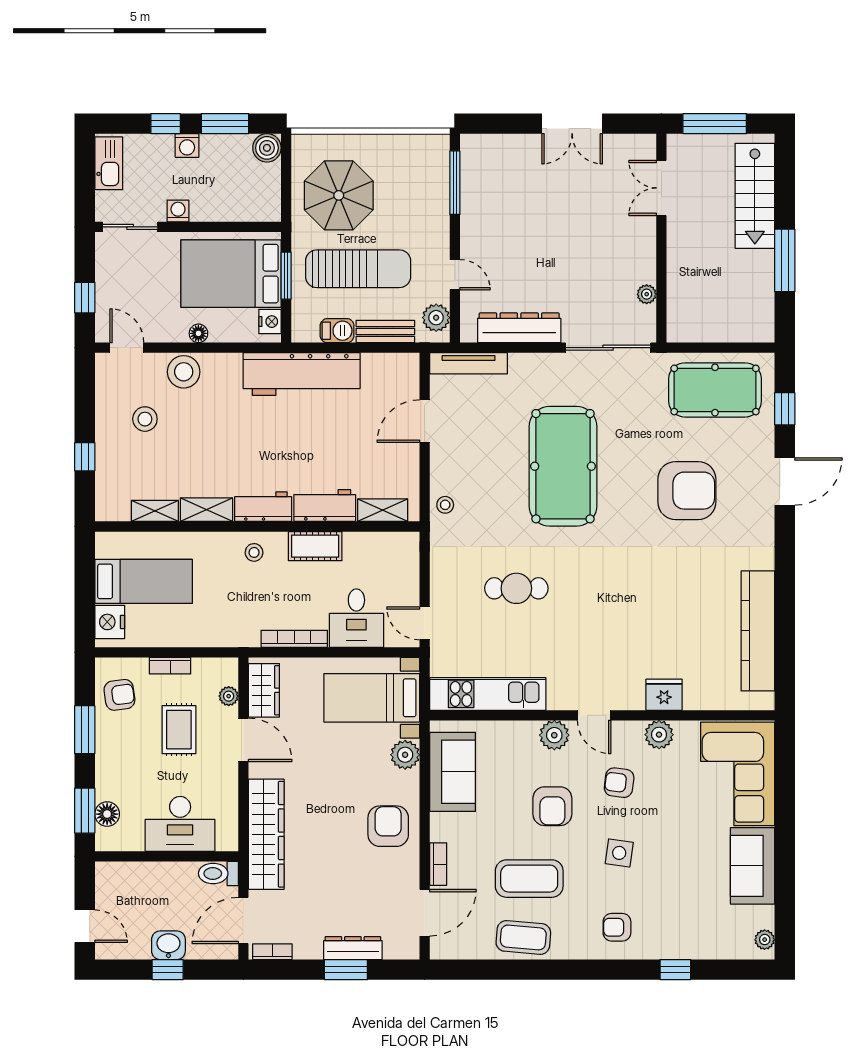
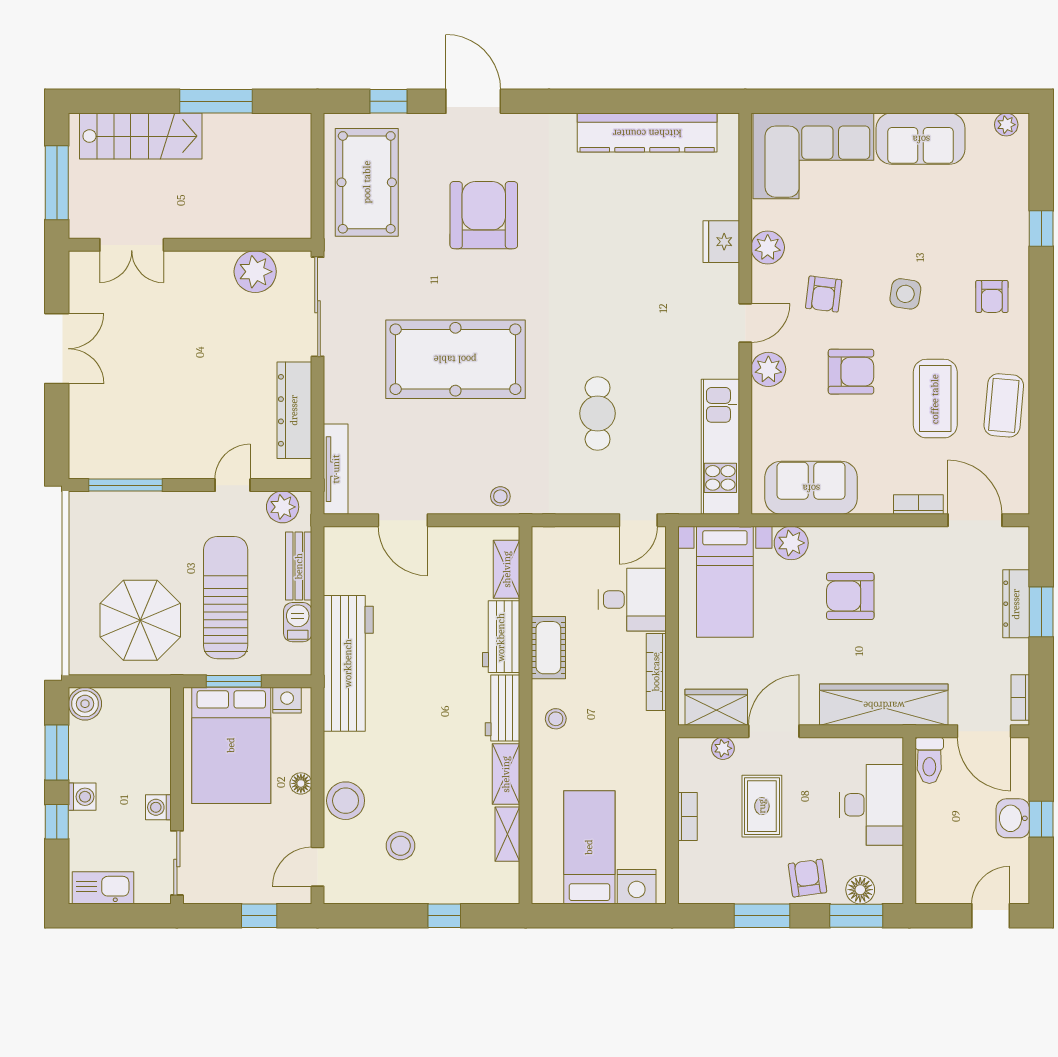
plant: (647, 294) -> (255, 272), width x1.88, depth x1.88
armchair: (119, 695) -> (808, 878), moved
rug: (179, 730) -> (762, 806), turned 90
armchair: (388, 826) -> (850, 596), moved

